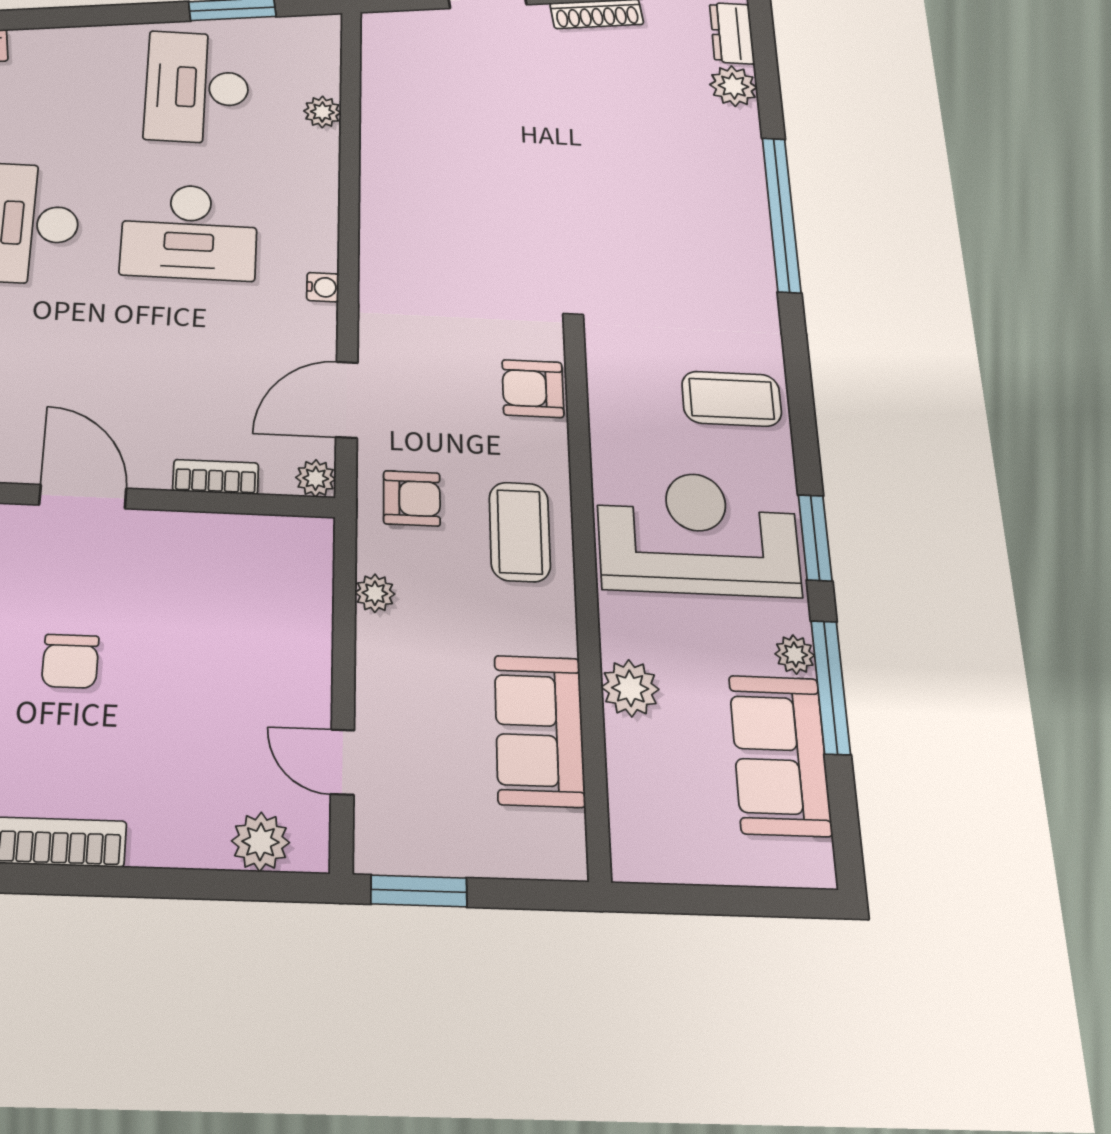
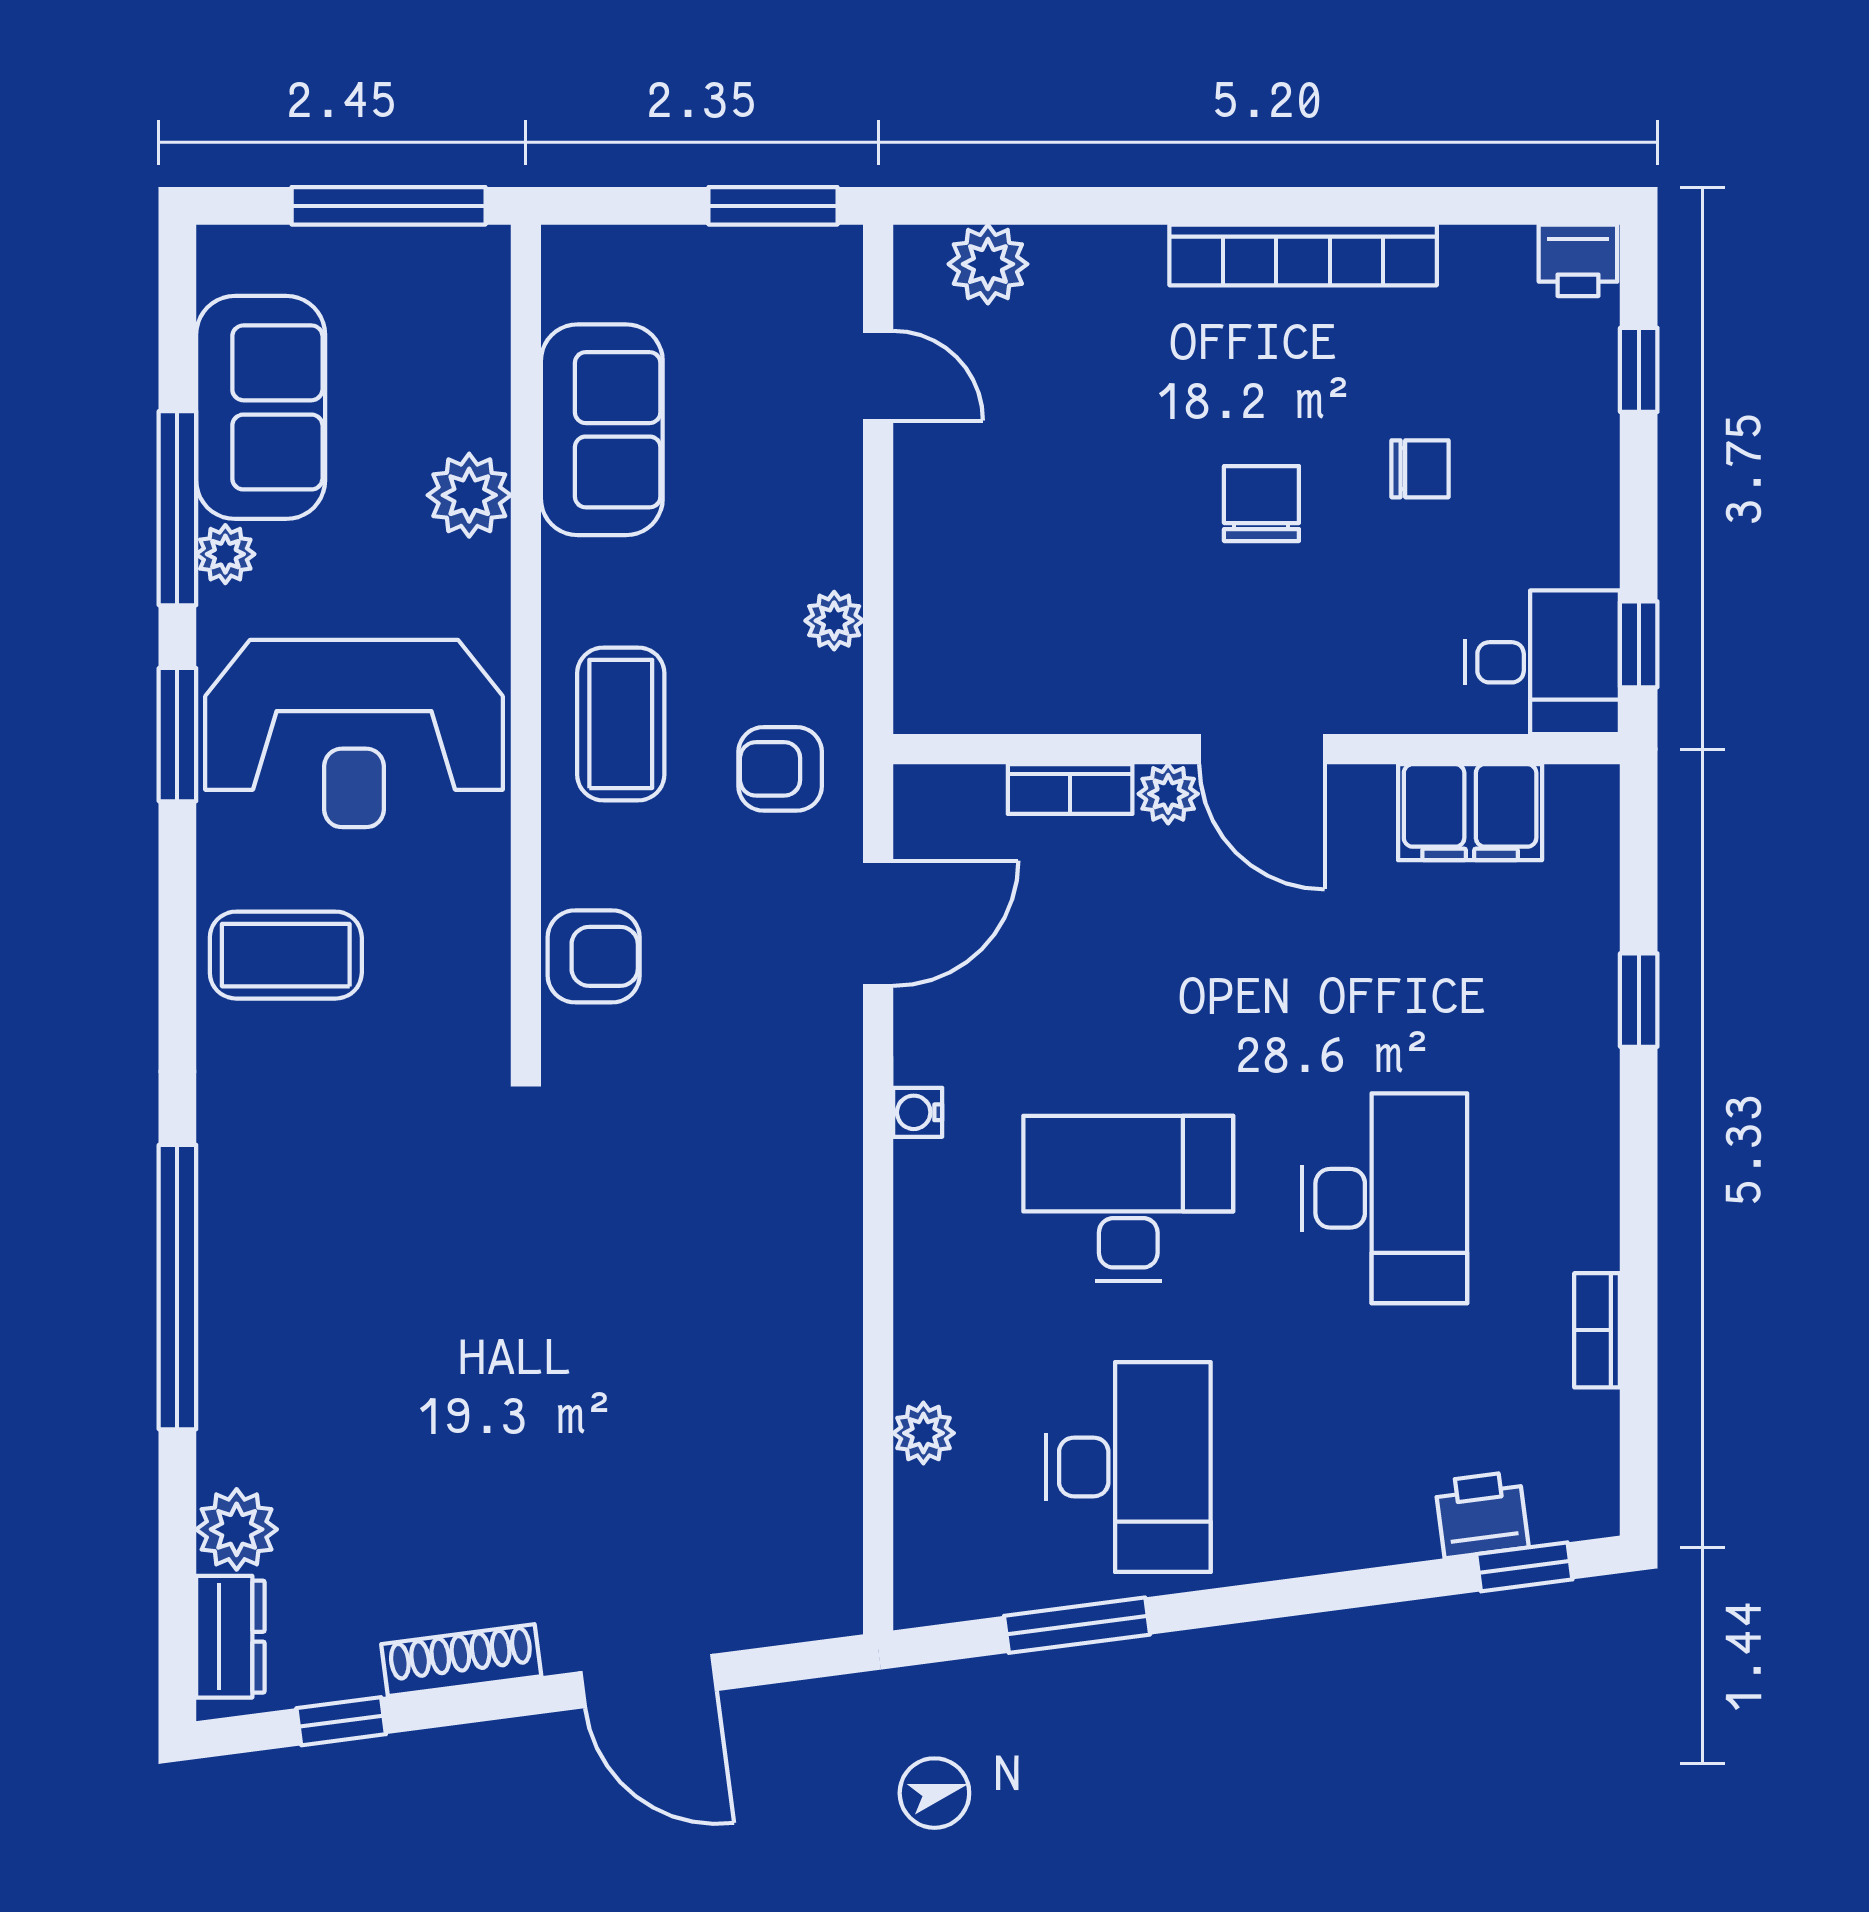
plant: (316, 478) -> (1168, 794), moved
window: (701, 900) -> (389, 206), added

